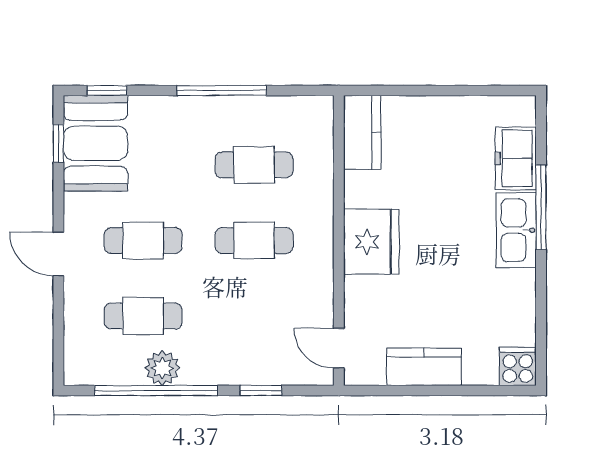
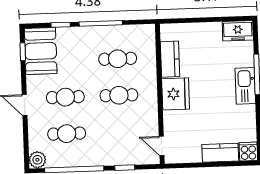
window: (107, 91) -> (61, 25), moved
kitchen counter: (362, 132) -> (170, 59), moved
freezer: (516, 158) -> (238, 31), moved, turned -90
kitchen counter: (424, 367) -> (220, 153), moved
plant: (162, 368) -> (37, 160), moved

